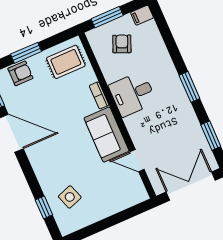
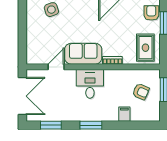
filing cabinet: (142, 15) -> (124, 114), moved
armchair: (20, 73) -> (151, 13), turned 180
desk: (133, 94) -> (90, 84), moved

